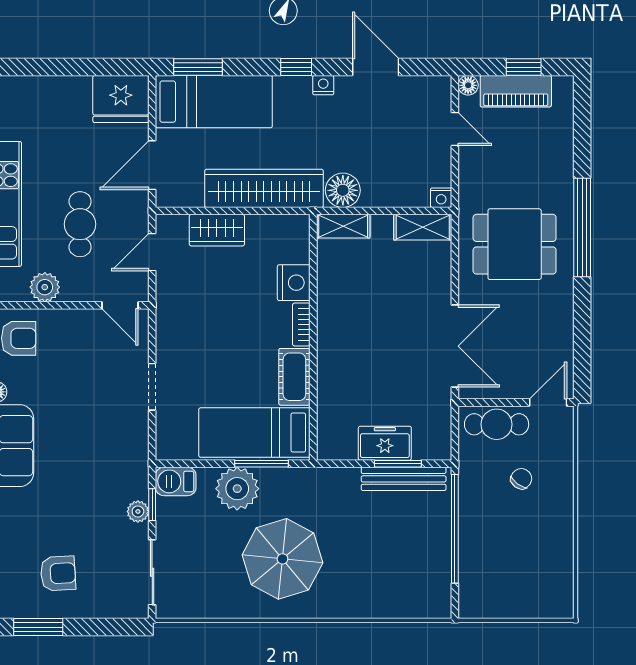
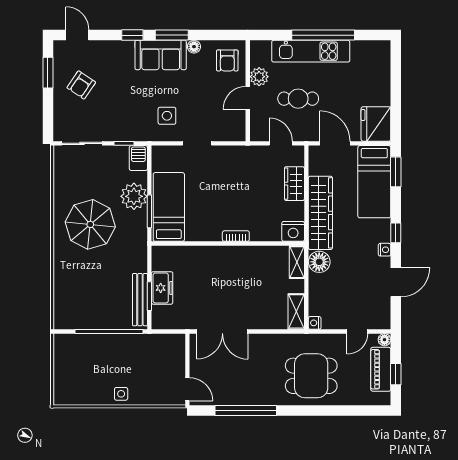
window: (582, 228) -> (246, 411), moved
dining table: (515, 244) -> (311, 376), moved, turned 90
nightstand: (294, 283) -> (293, 231), moved
door: (120, 305) -> (248, 98), moved
cot: (294, 377) -> (203, 232), removed
cafe table: (497, 424) -> (174, 357), removed
side table: (108, 435) -> (167, 116), added
chair: (521, 479) -> (140, 373), removed
side table: (555, 509) -> (121, 394), added
plant: (138, 511) -> (120, 135), removed
armchair: (58, 573) -> (81, 85), turned 37

